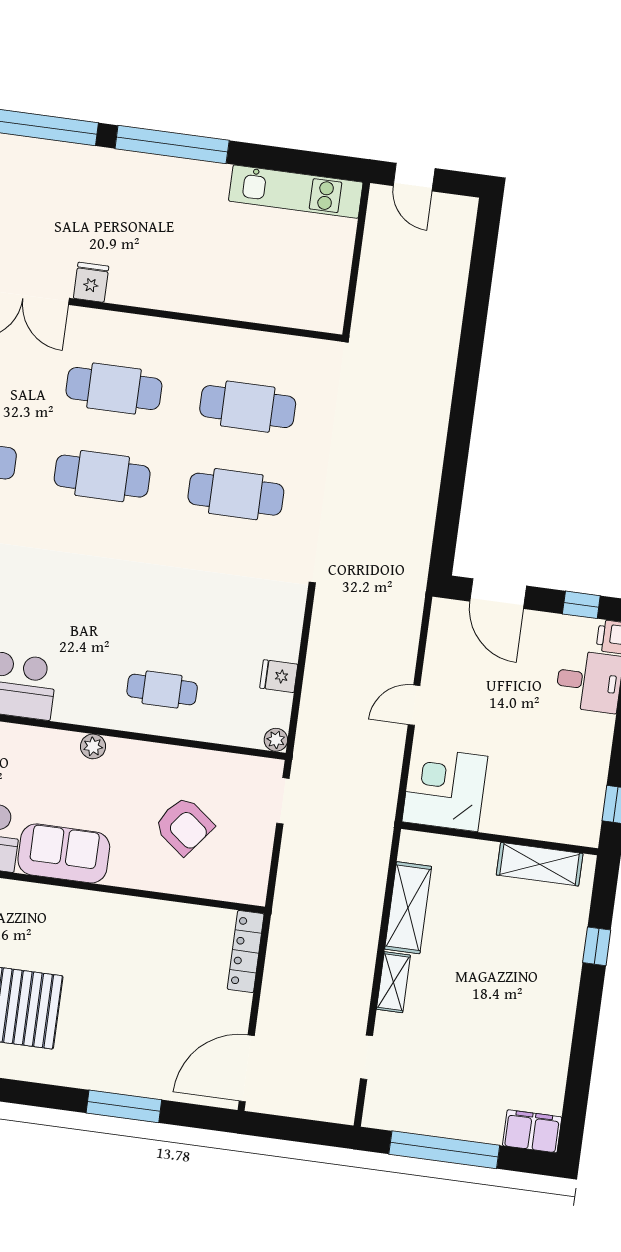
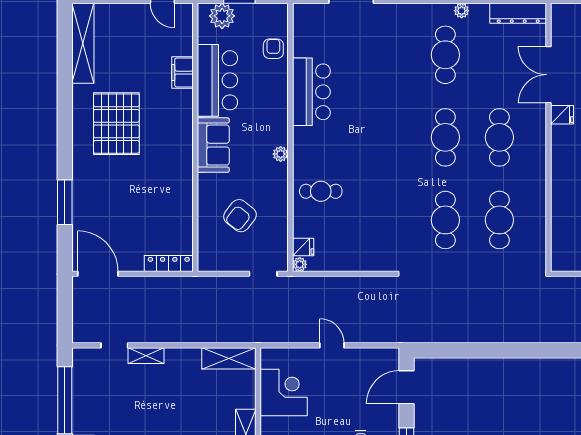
fridge: (279, 676) -> (303, 247), moved, turned 90
cafe table: (162, 690) -> (321, 191), turned 90
corner desk: (445, 789) -> (284, 392), moved
shelving: (408, 908) -> (229, 358), moved
shelving: (393, 982) -> (146, 356), moved

